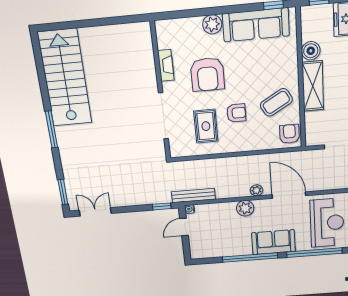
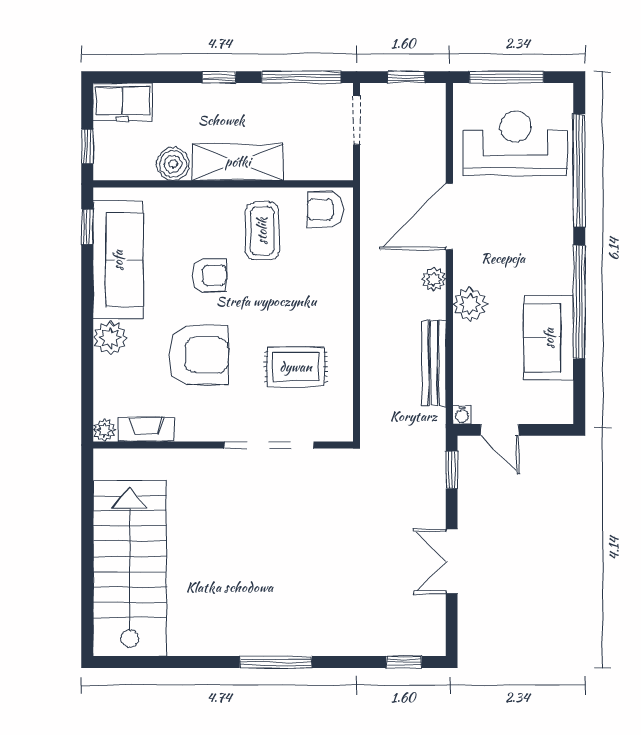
plant: (161, 26) -> (104, 430), added
fireplace: (166, 65) -> (146, 429), moved
stairs: (65, 78) -> (130, 568), moved, turned 90
coffee table: (276, 102) -> (262, 231), turned 30
armchair: (236, 113) -> (210, 275), moved, turned 90
window: (63, 192) -> (404, 662), width x0.67
bench: (193, 195) -> (434, 363), moved
double door: (95, 212) -> (452, 561), moved
sofa: (274, 242) -> (549, 338), moved

